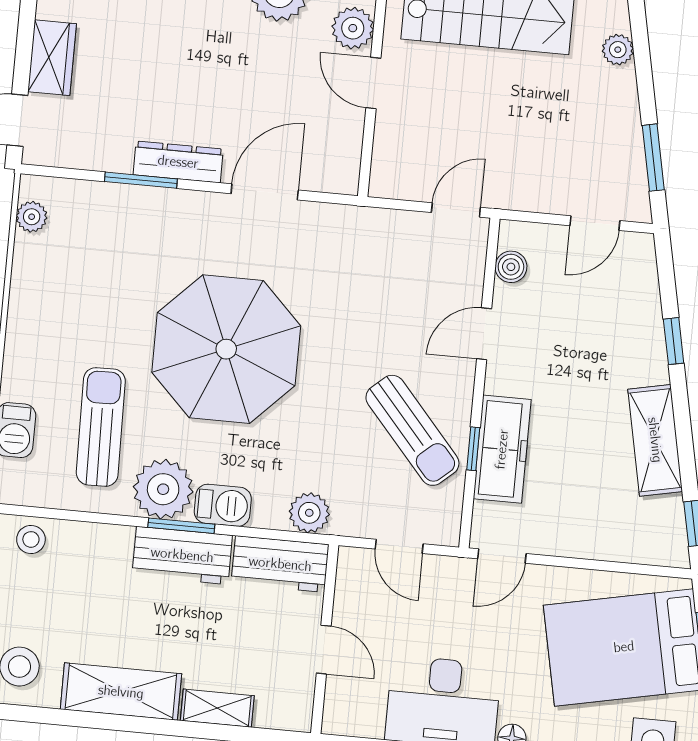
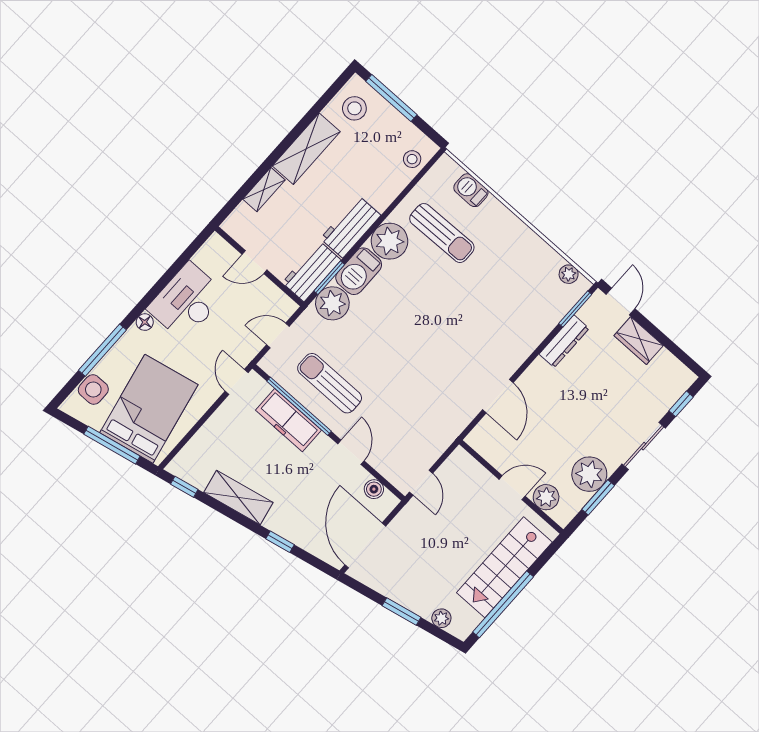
window: (653, 158) -> (402, 612), moved
dresser: (178, 162) -> (564, 341), moved
window: (141, 180) -> (575, 309), moved
door: (595, 223) -> (365, 545), width x1.88
parasol: (226, 349) -> (435, 322), removed
sun lounger: (412, 430) -> (330, 383), turned 41
window: (473, 449) -> (299, 406), width x3.17
barbecue: (223, 505) -> (359, 271), width x1.38, depth x1.27
plant: (309, 513) -> (332, 303), width x1.36, depth x1.36
window: (181, 526) -> (329, 278), moved

